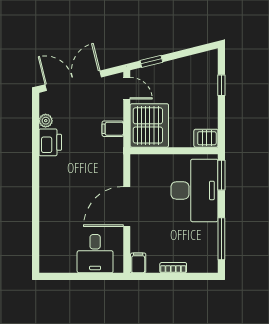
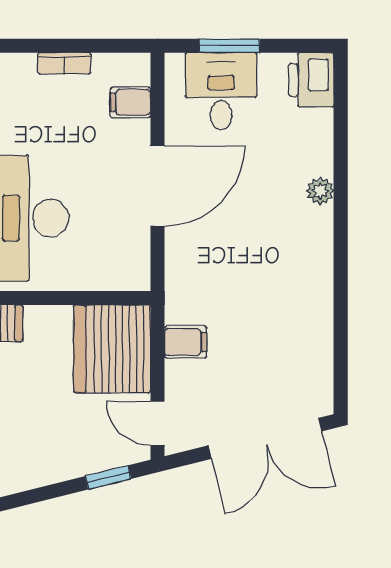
plant: (46, 121) -> (320, 191), moved
printer: (50, 142) -> (311, 80), moved
filing cabinet: (138, 263) -> (130, 102), moved, turned 90
window: (91, 276) -> (229, 46), added

